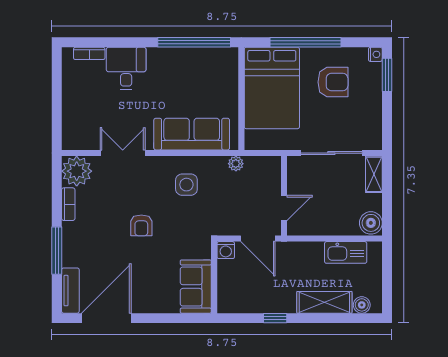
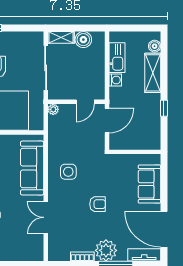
plant: (236, 164) -> (53, 109), moved
plant: (77, 171) -> (106, 250), moved
door: (284, 208) -> (85, 102), swing flipped
boiler: (371, 223) -> (83, 40), moved
washing machine: (226, 250) -> (115, 80), moved
sofa: (196, 287) -> (149, 184), moved, turned 90

